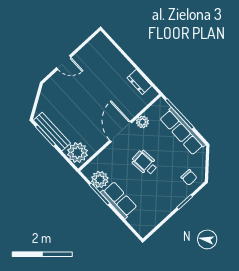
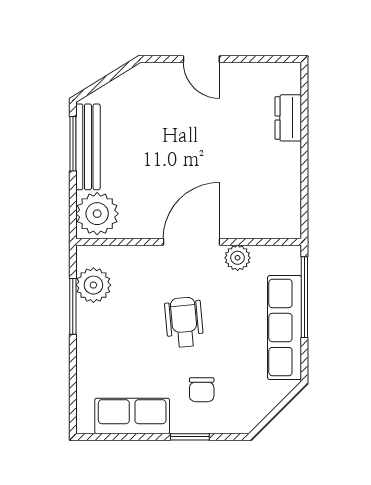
dresser: (139, 82) -> (288, 118), moved
chair: (189, 177) -> (202, 390), moved
row of seats: (119, 200) -> (132, 416), moved, turned -90

